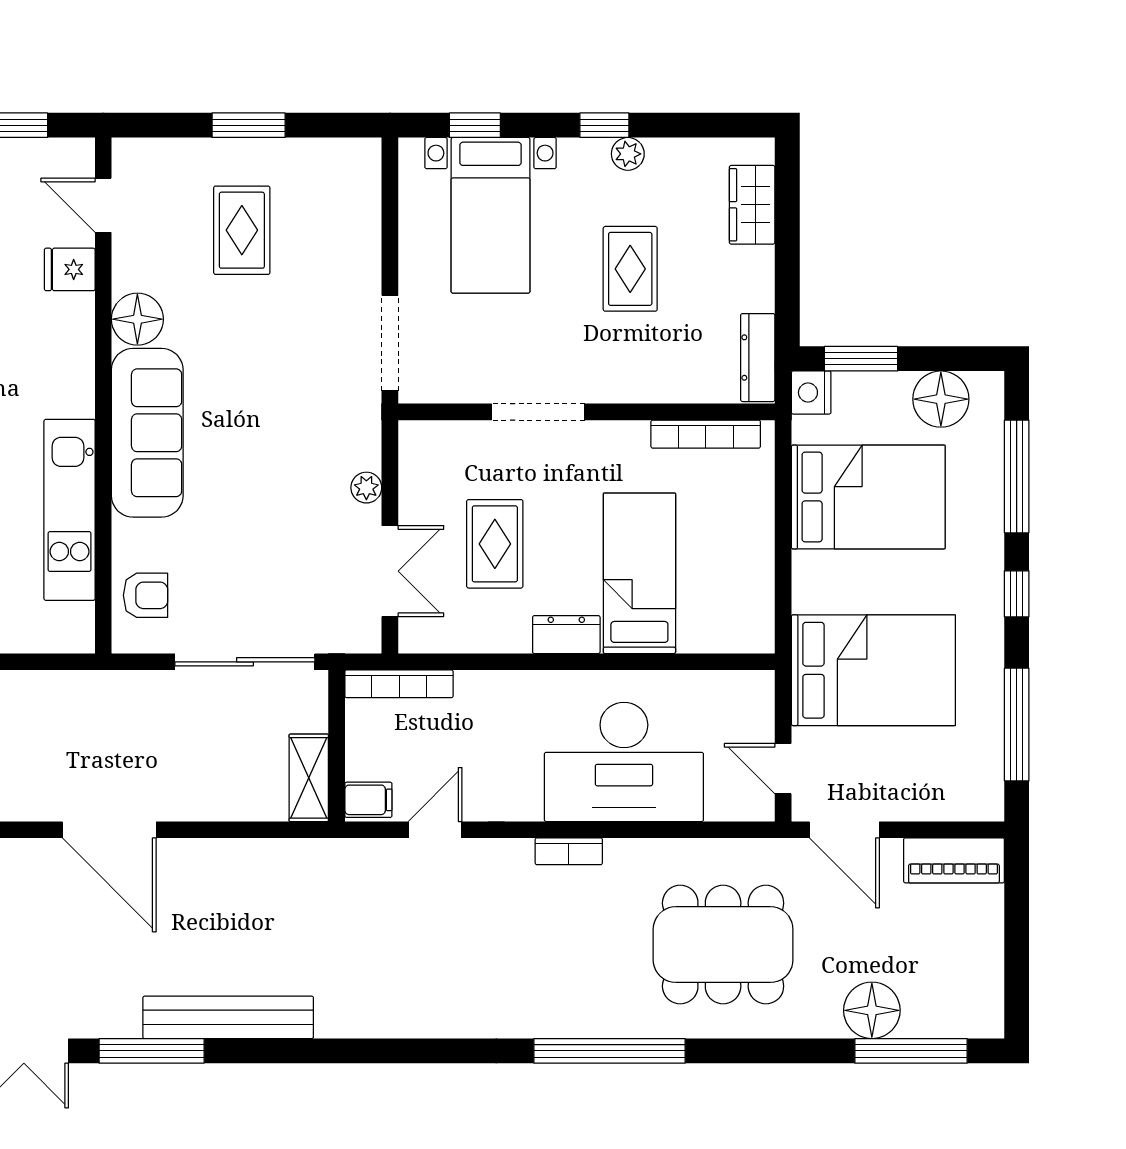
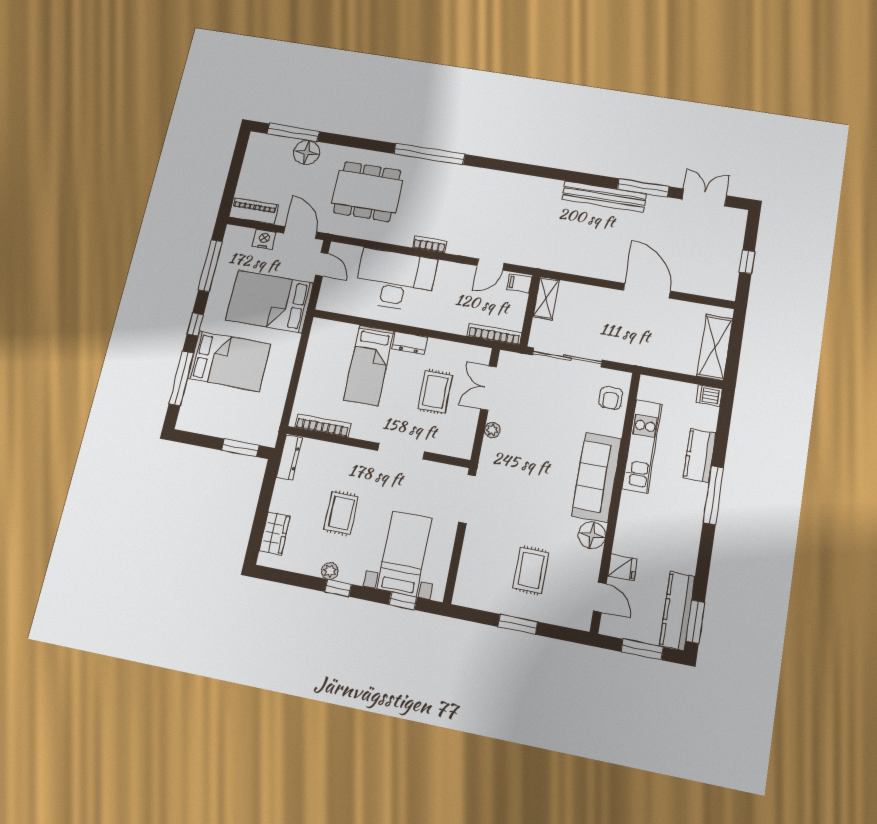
nightstand: (811, 392) -> (264, 239), moved, turned -90
floor lamp: (941, 399) -> (207, 421), removed
bed: (868, 497) -> (229, 361), moved, turned 180
armchair: (146, 595) -> (611, 398), turned -90

